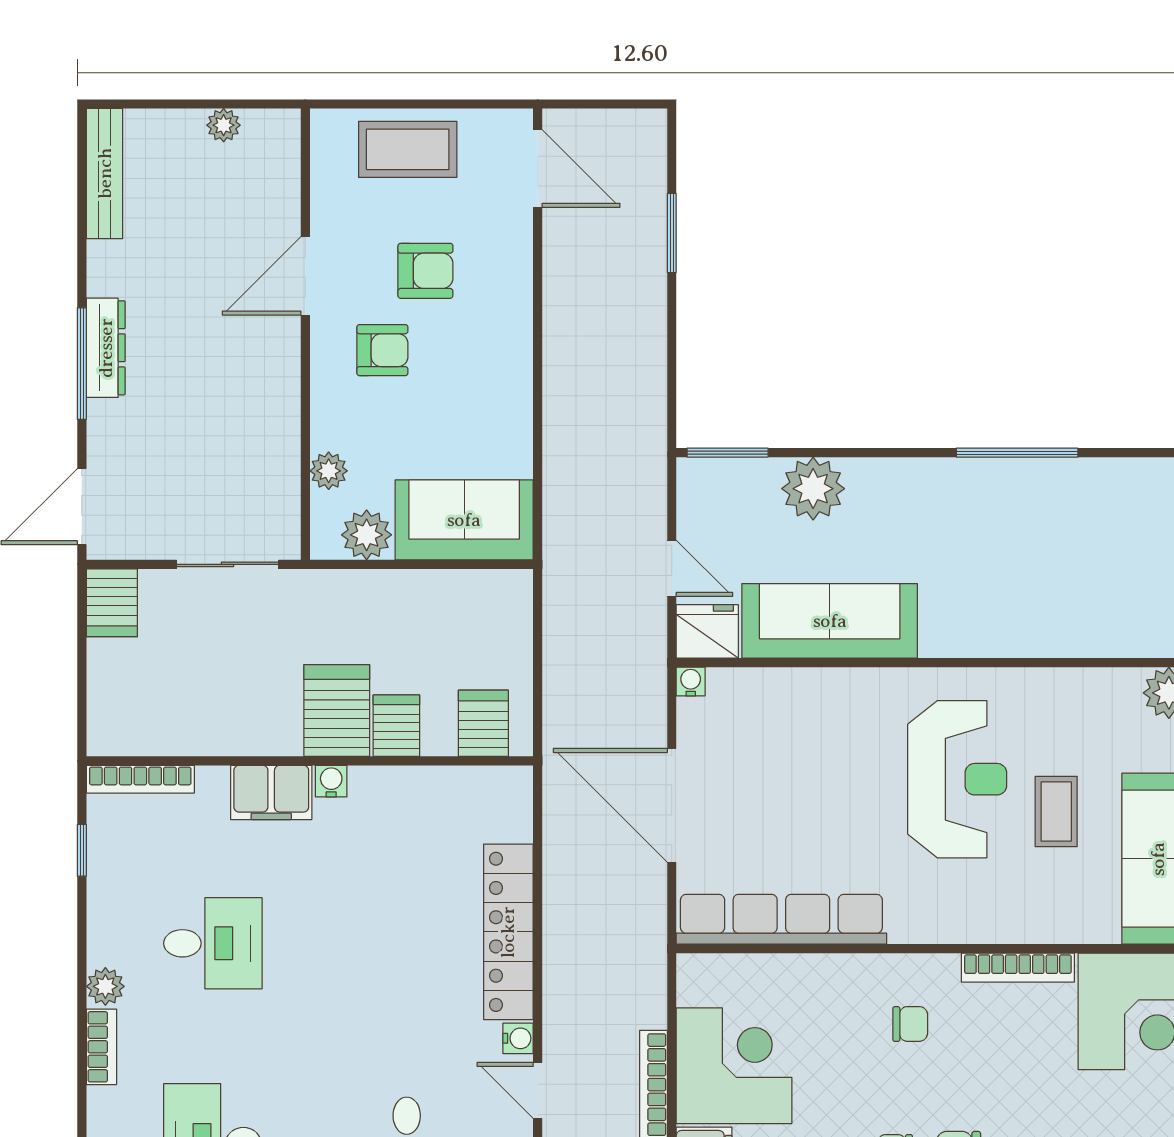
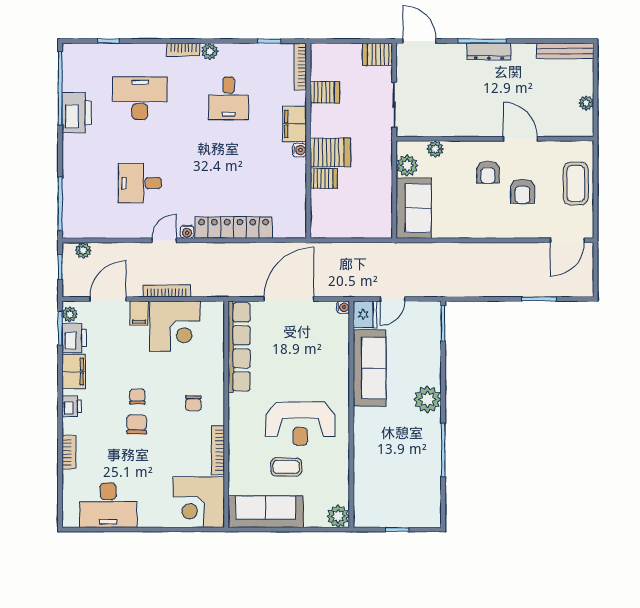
plant: (813, 489) -> (427, 399), moved
server rack: (483, 723) -> (325, 92), moved

